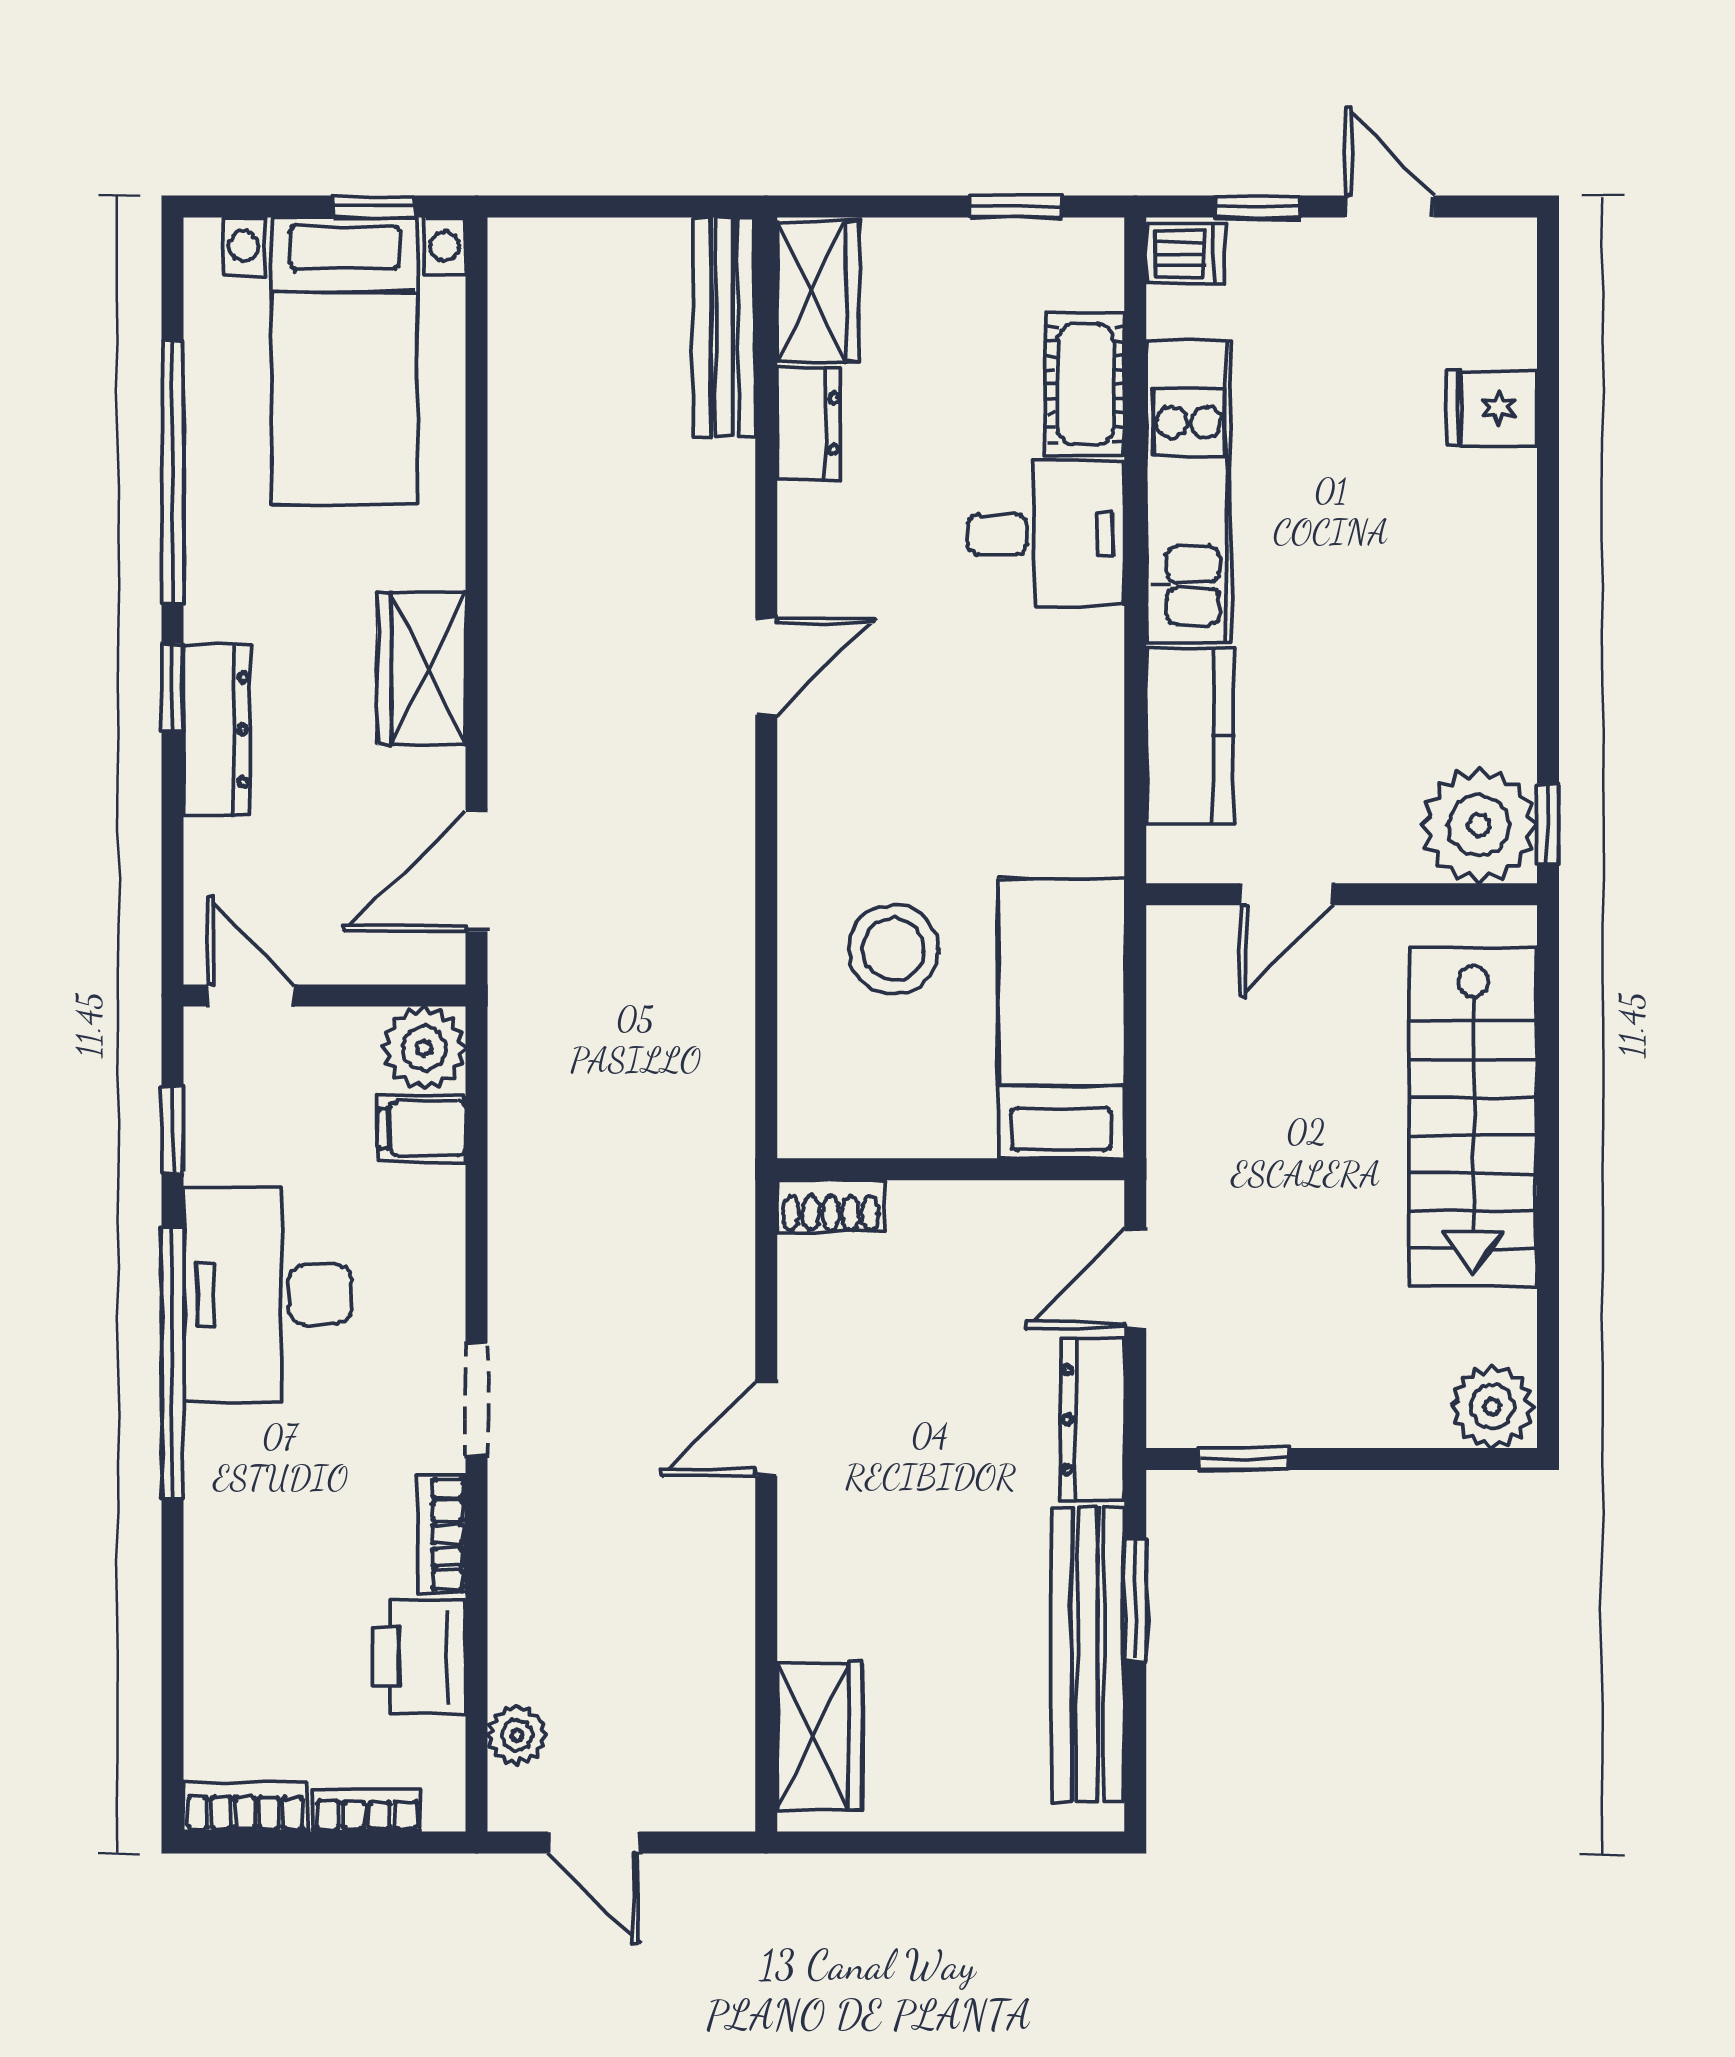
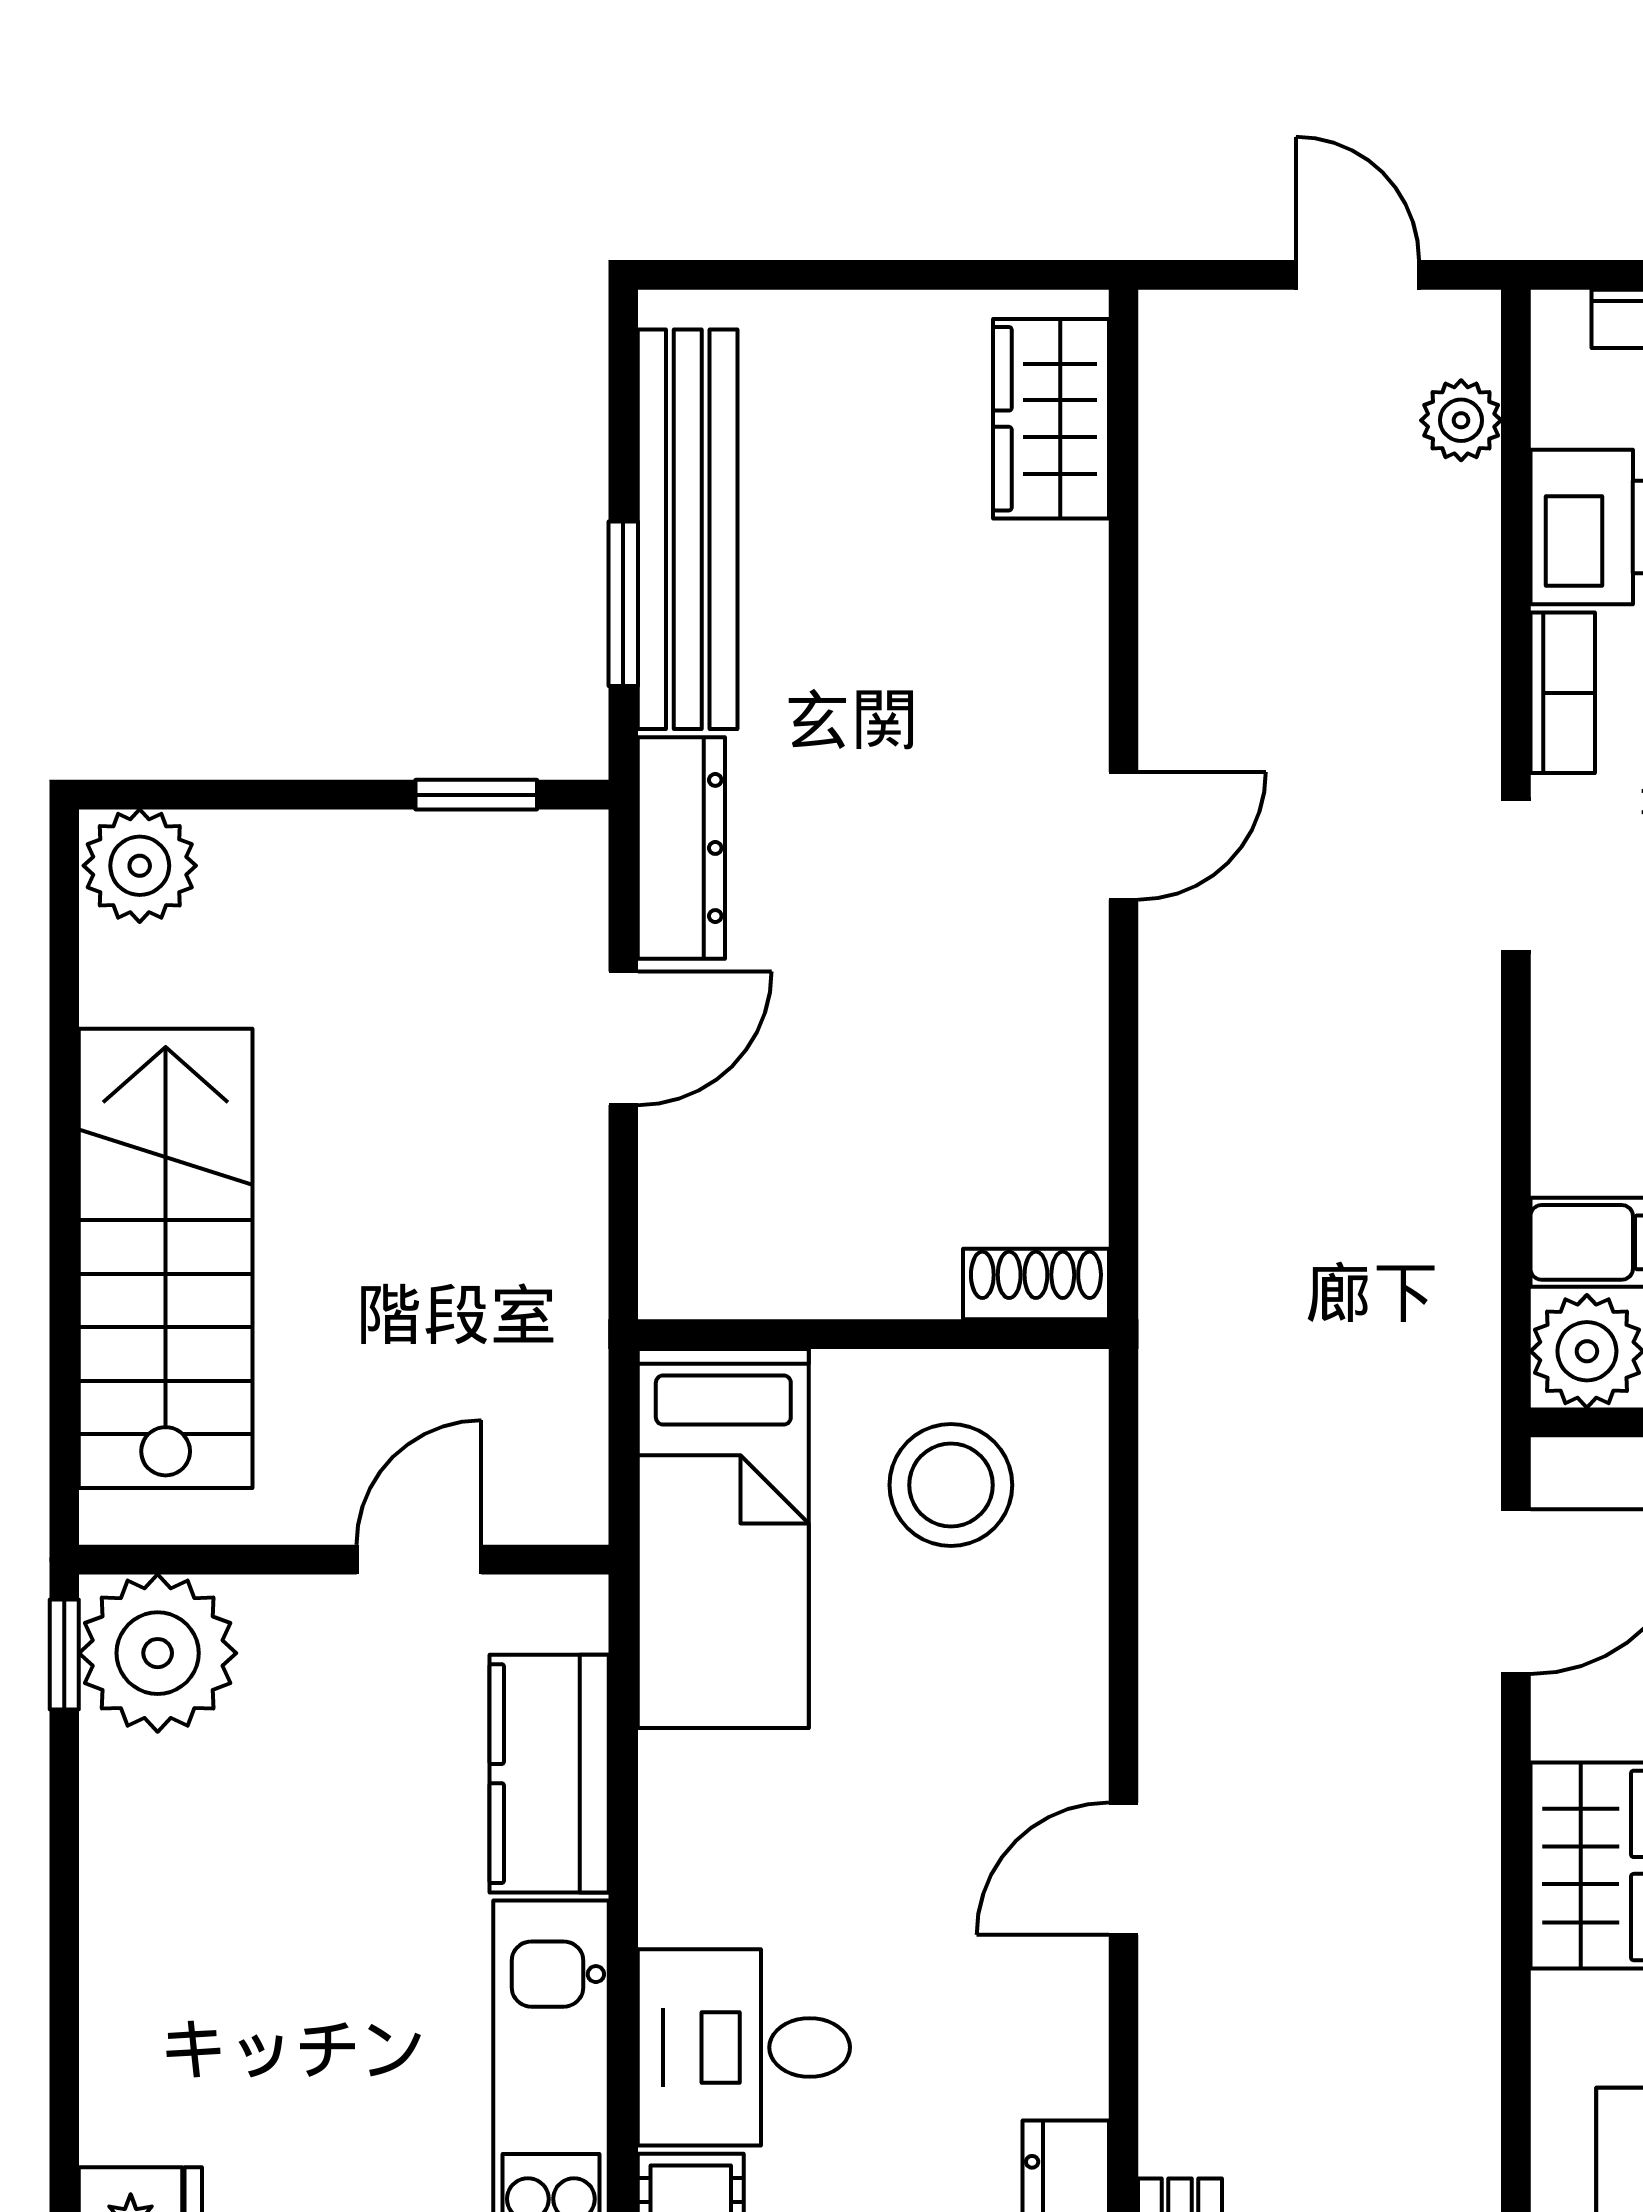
bed: (1061, 1019) -> (723, 1538), moved
wall: (951, 1169) -> (873, 1334), moved
shoe rack: (831, 1206) -> (1036, 1284), moved

